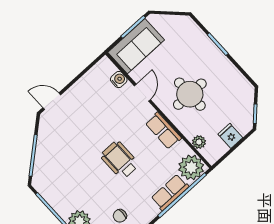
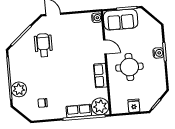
water cooler: (211, 51) -> (158, 53), added
water cooler: (119, 80) -> (97, 18), moved
door: (142, 93) -> (105, 47), hinge flipped
plant: (199, 142) -> (115, 96), removed
wheelchair: (120, 160) -> (43, 45), moved

